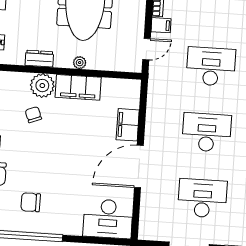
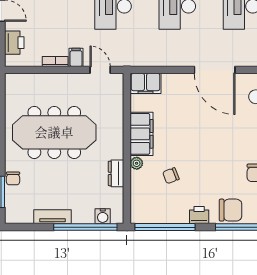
plant: (80, 63) -> (117, 134), removed
plant: (42, 86) -> (137, 163), width x0.53, depth x0.53
filing cabinet: (128, 125) -> (146, 83), moved

